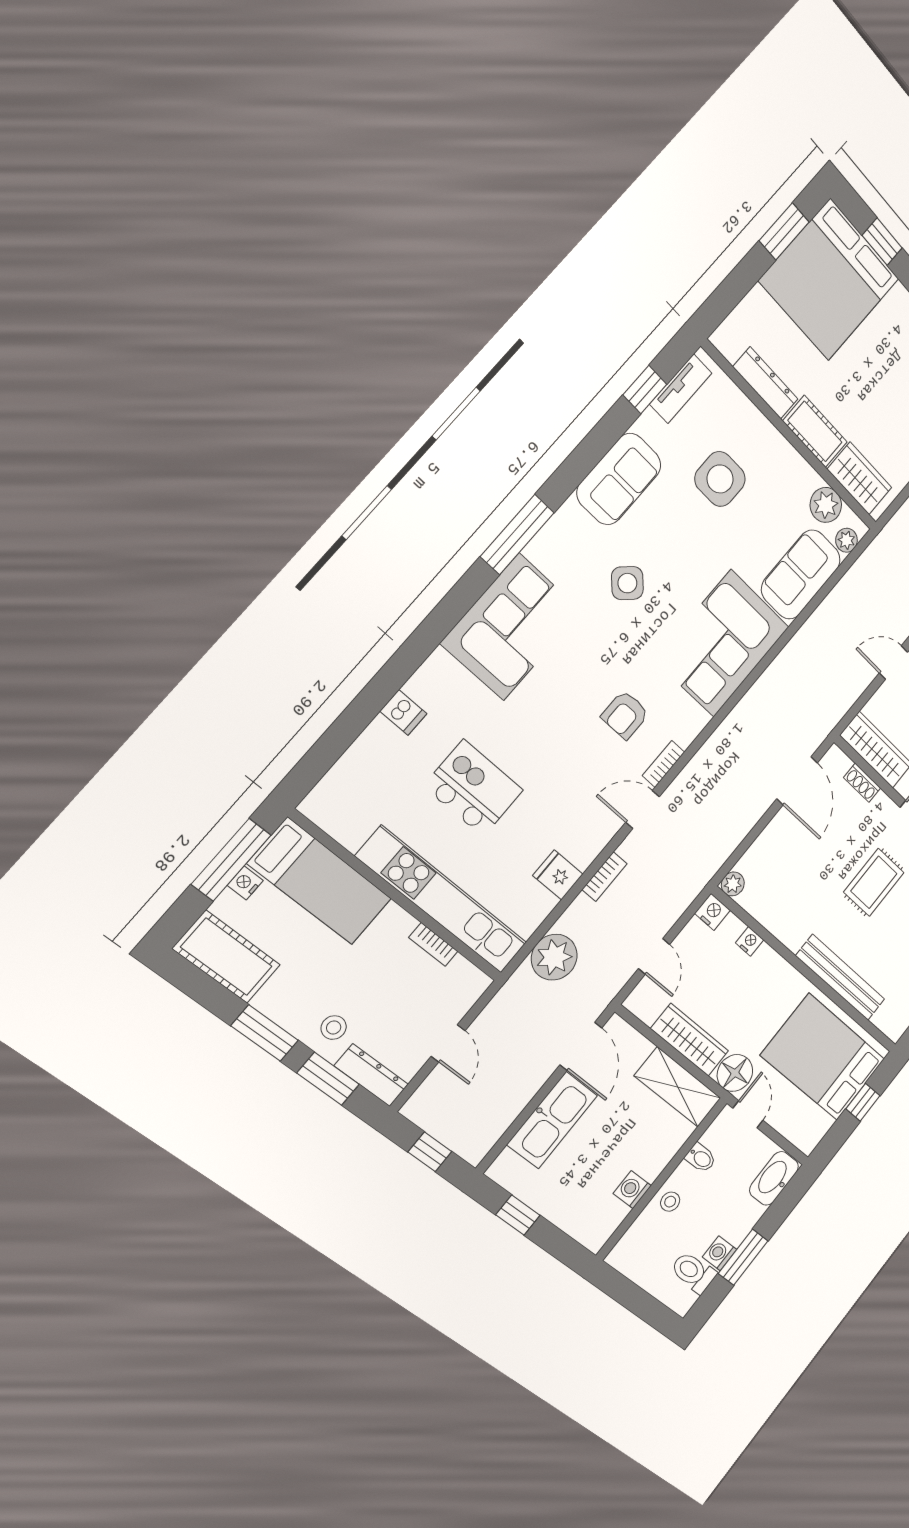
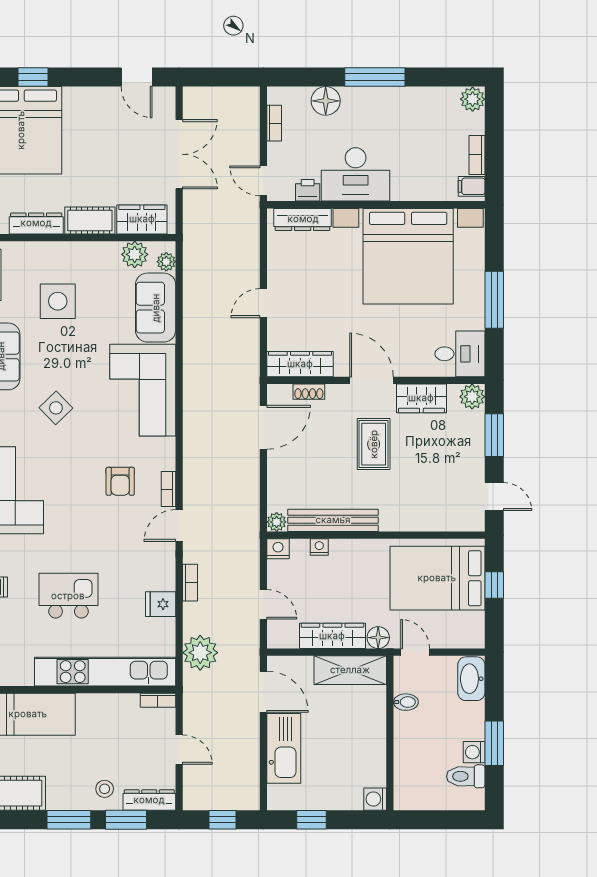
door: (797, 781) -> (263, 427), hinge flipped
bookcase: (433, 944) -> (158, 700), moved
bench: (840, 978) -> (333, 520), moved
floor lamp: (735, 1073) -> (378, 638), width x0.73, depth x0.73
washing machine: (632, 1190) -> (375, 799), moved
stool: (670, 1202) -> (409, 743), removed

